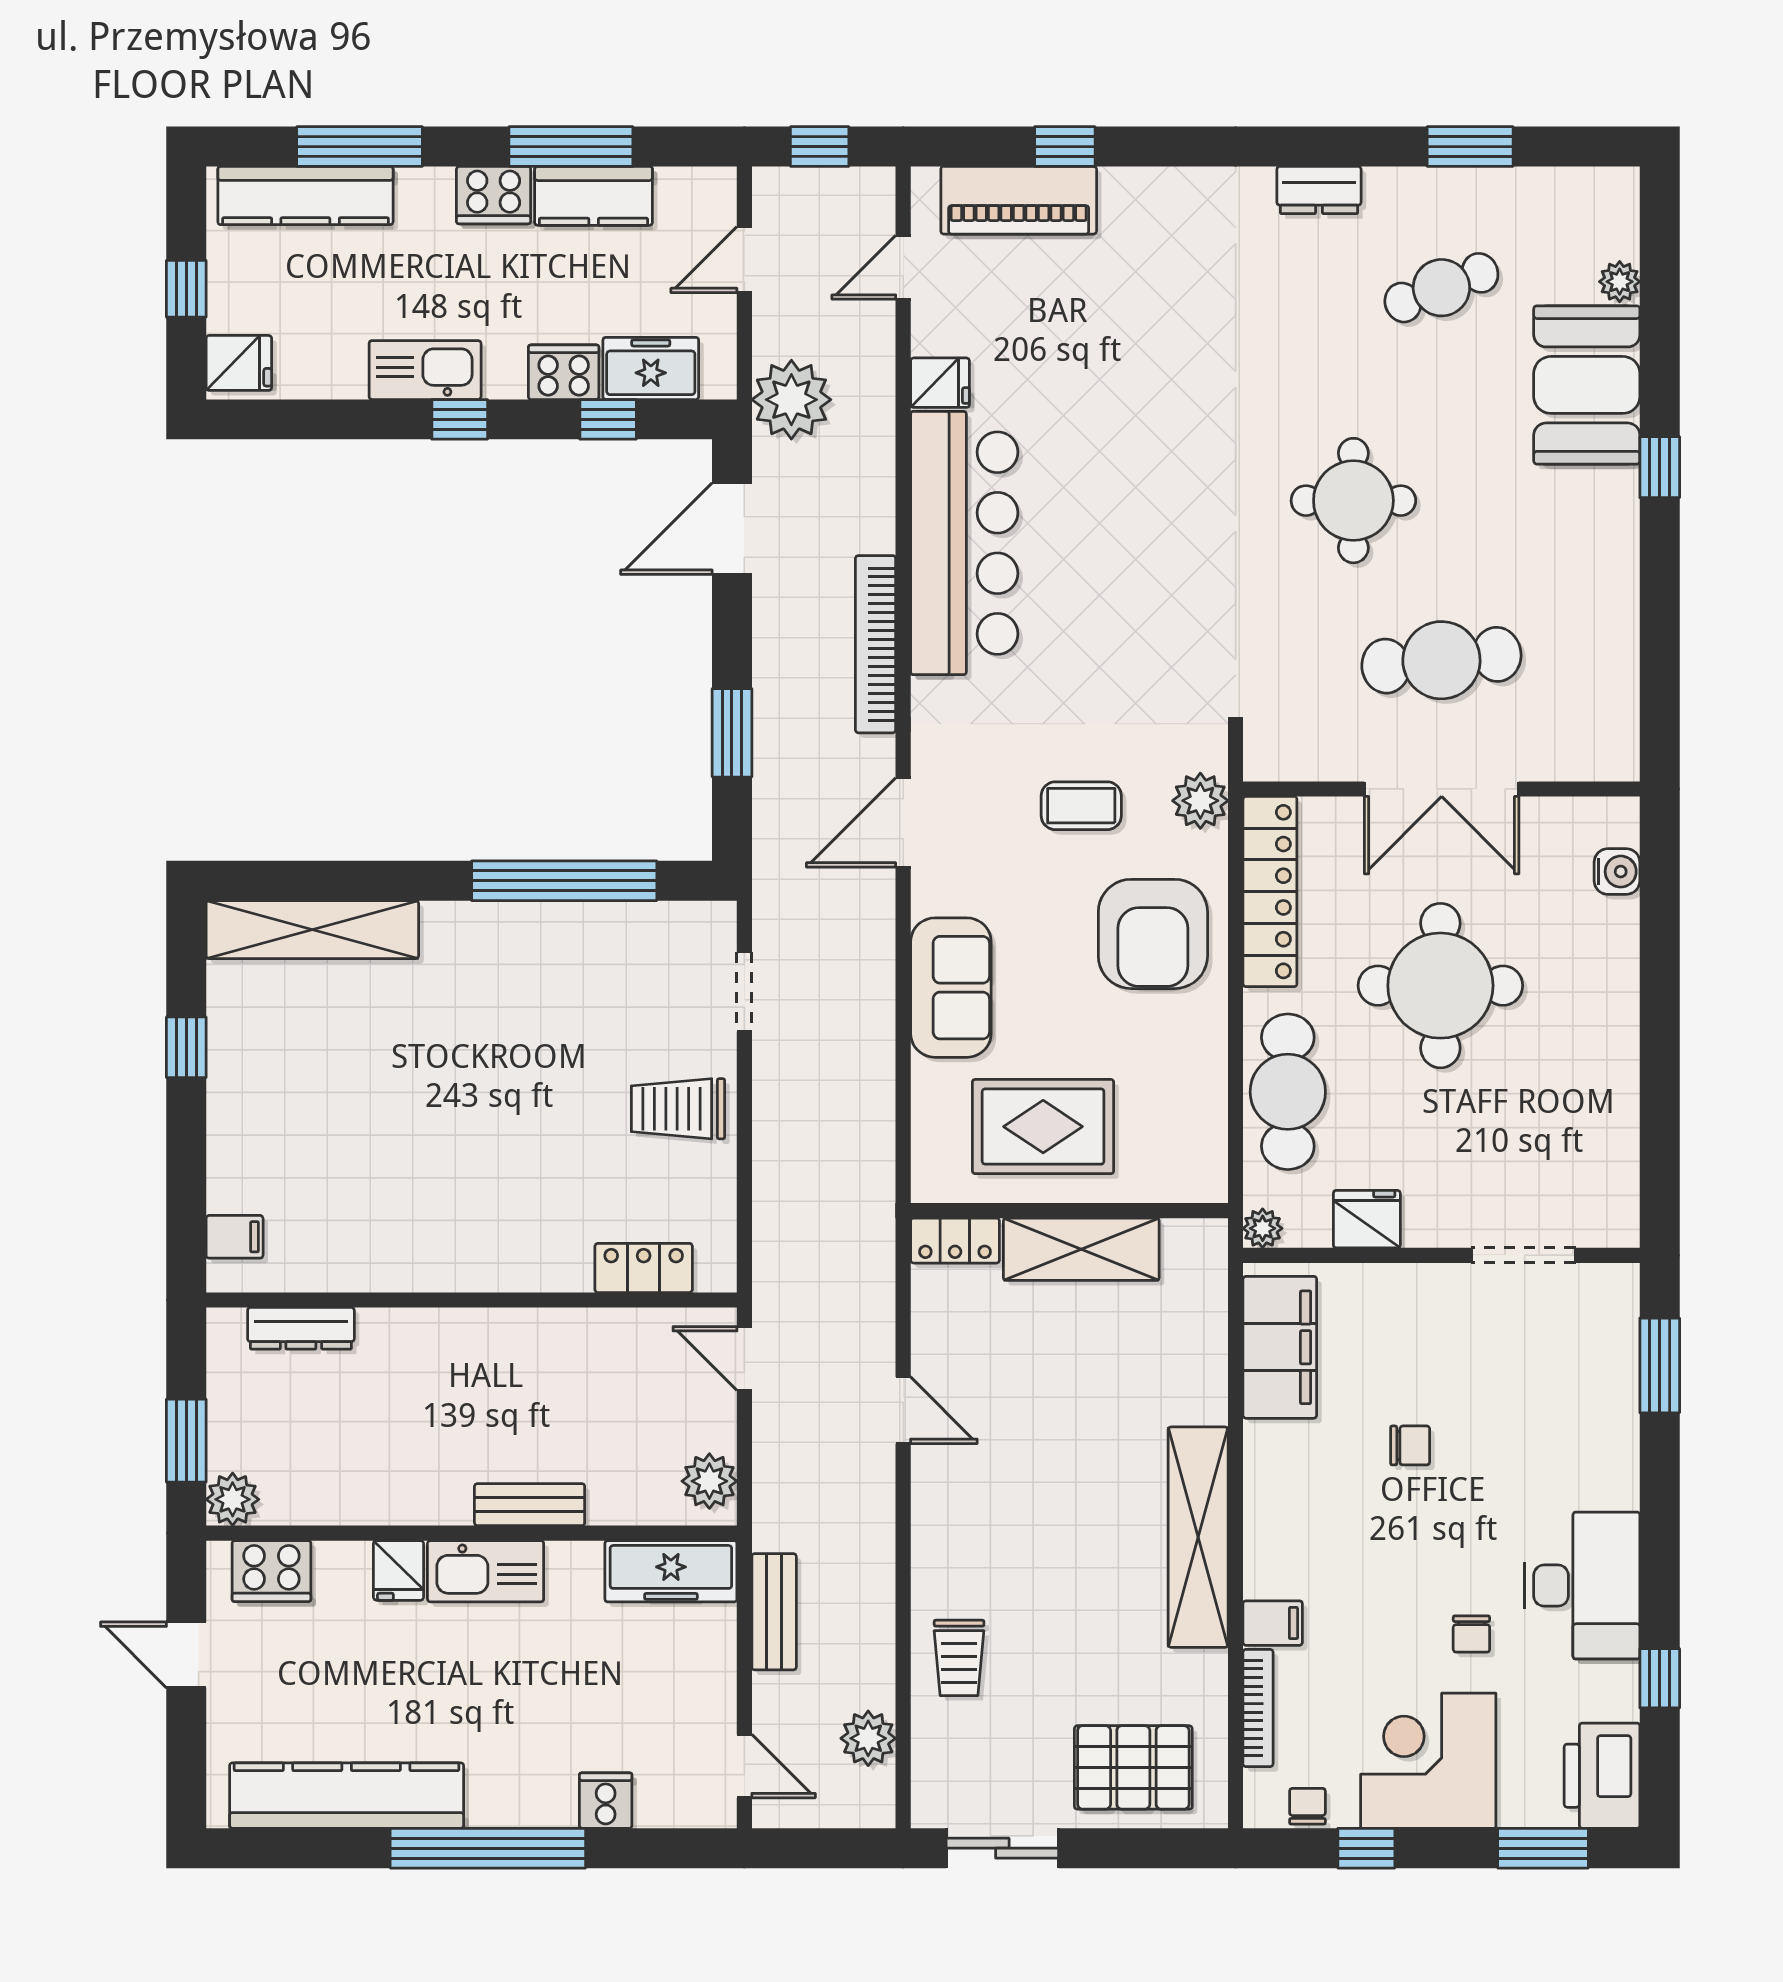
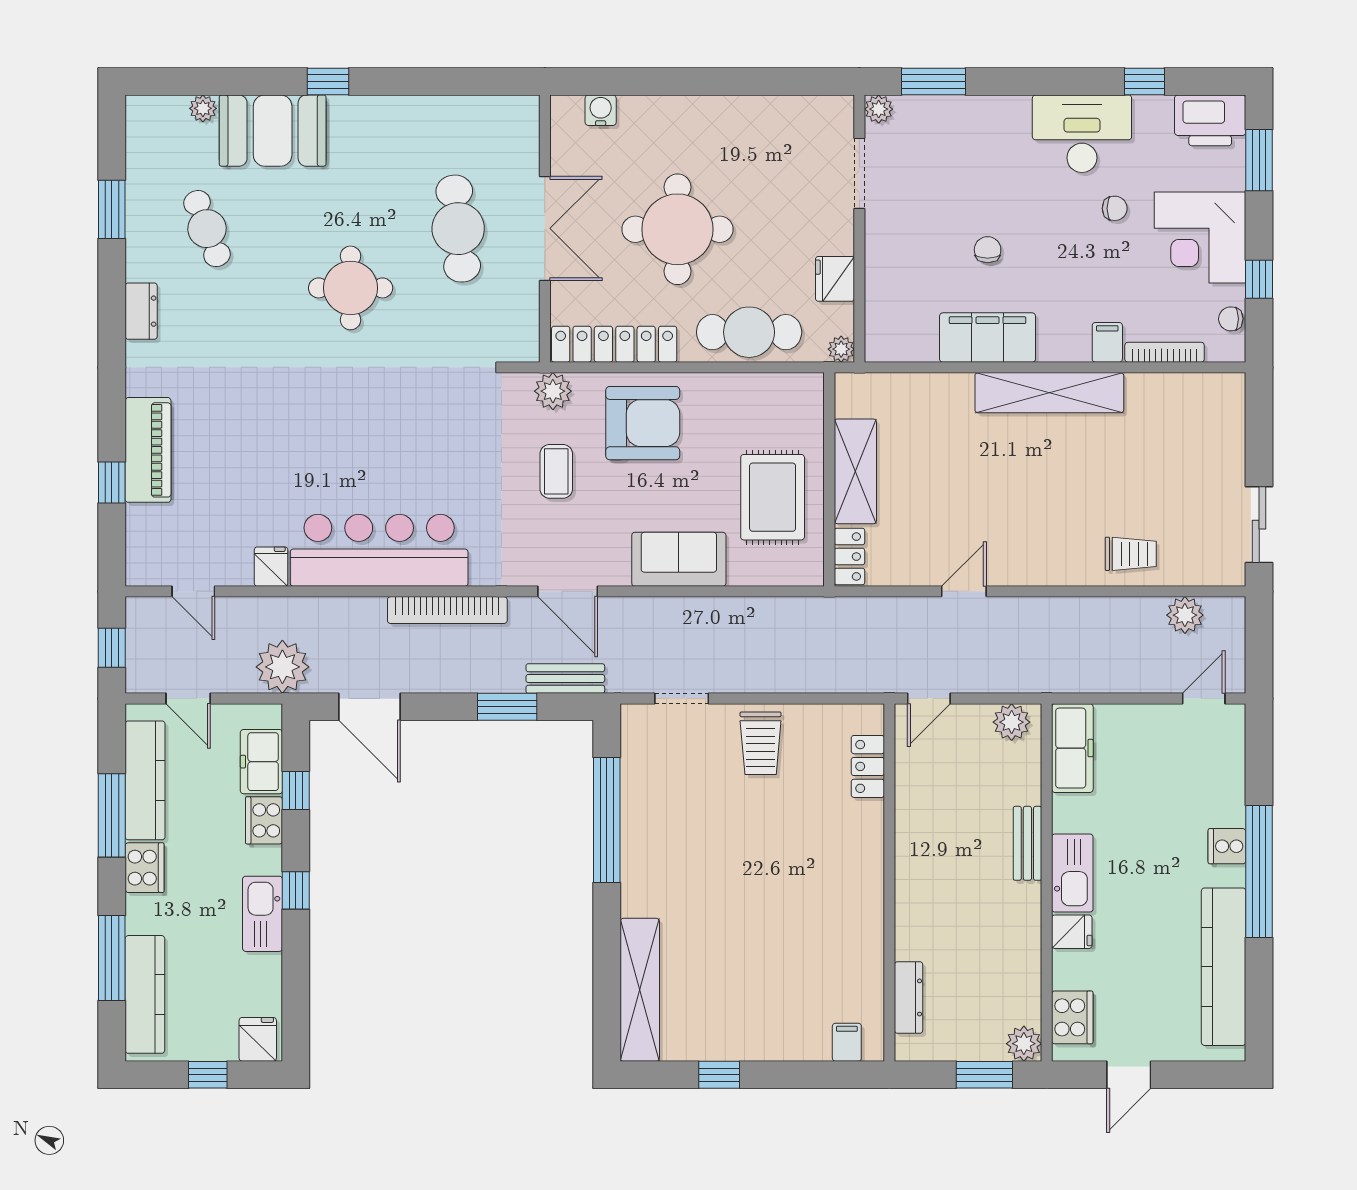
kitchen counter: (594, 196) -> (145, 780), width x1.50
piano: (1019, 200) -> (148, 450), moved
plant: (1619, 1284) -> (879, 109), added
filing cabinet: (1280, 1347) -> (988, 338), moved
bench: (774, 1612) -> (565, 679), moved
pallet: (1133, 1767) -> (1205, 436), removed
cooker: (606, 1801) -> (1227, 846), moved

